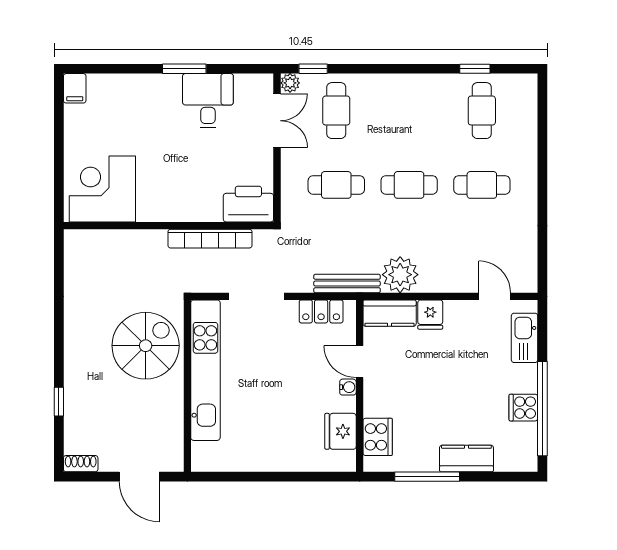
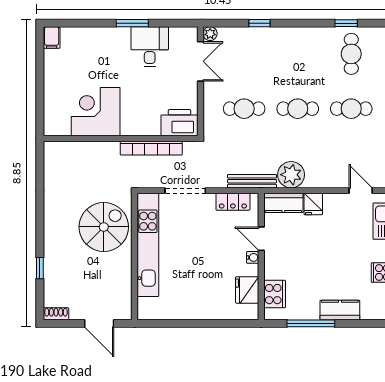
window: (313, 69) -> (259, 23), moved
cafe table: (336, 111) -> (244, 54), removed
corner desk: (102, 189) -> (96, 112), moved

